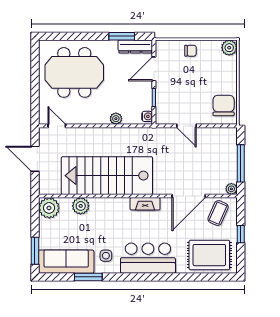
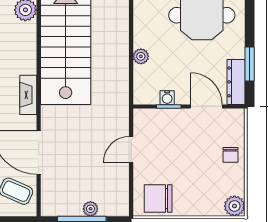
chair: (224, 105) -> (158, 199), turned 180
water cooler: (147, 116) -> (167, 98), moved
plant: (231, 189) -> (90, 209), moved

